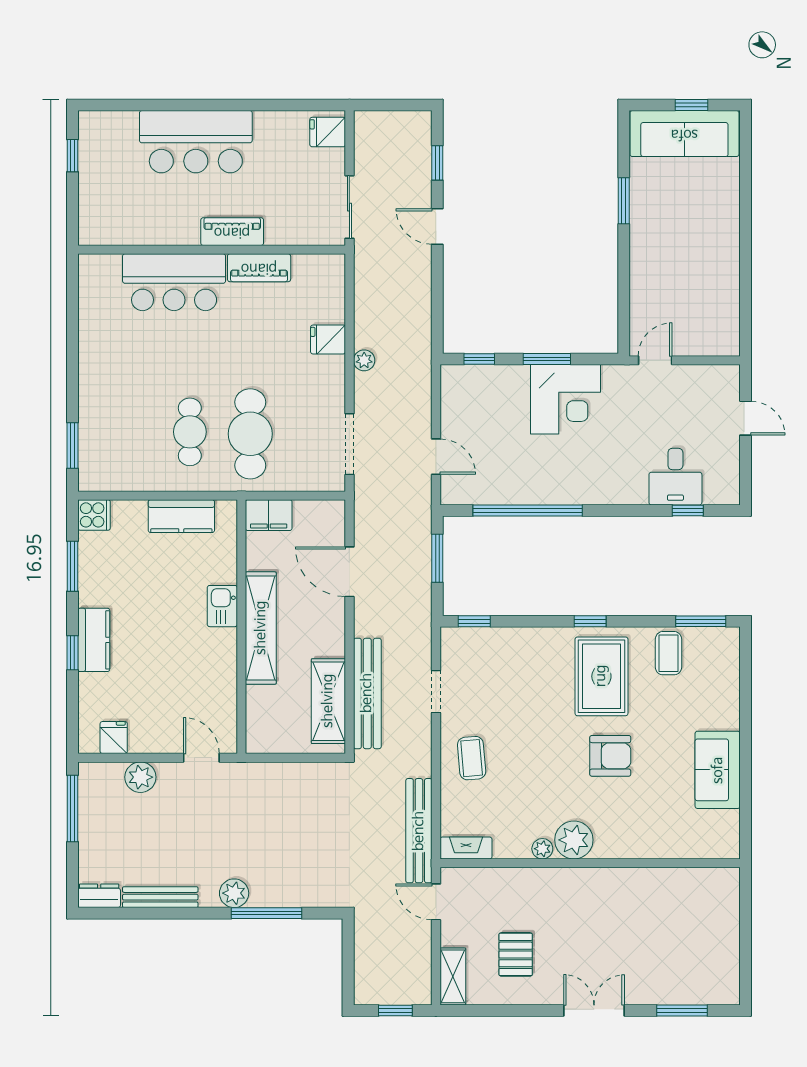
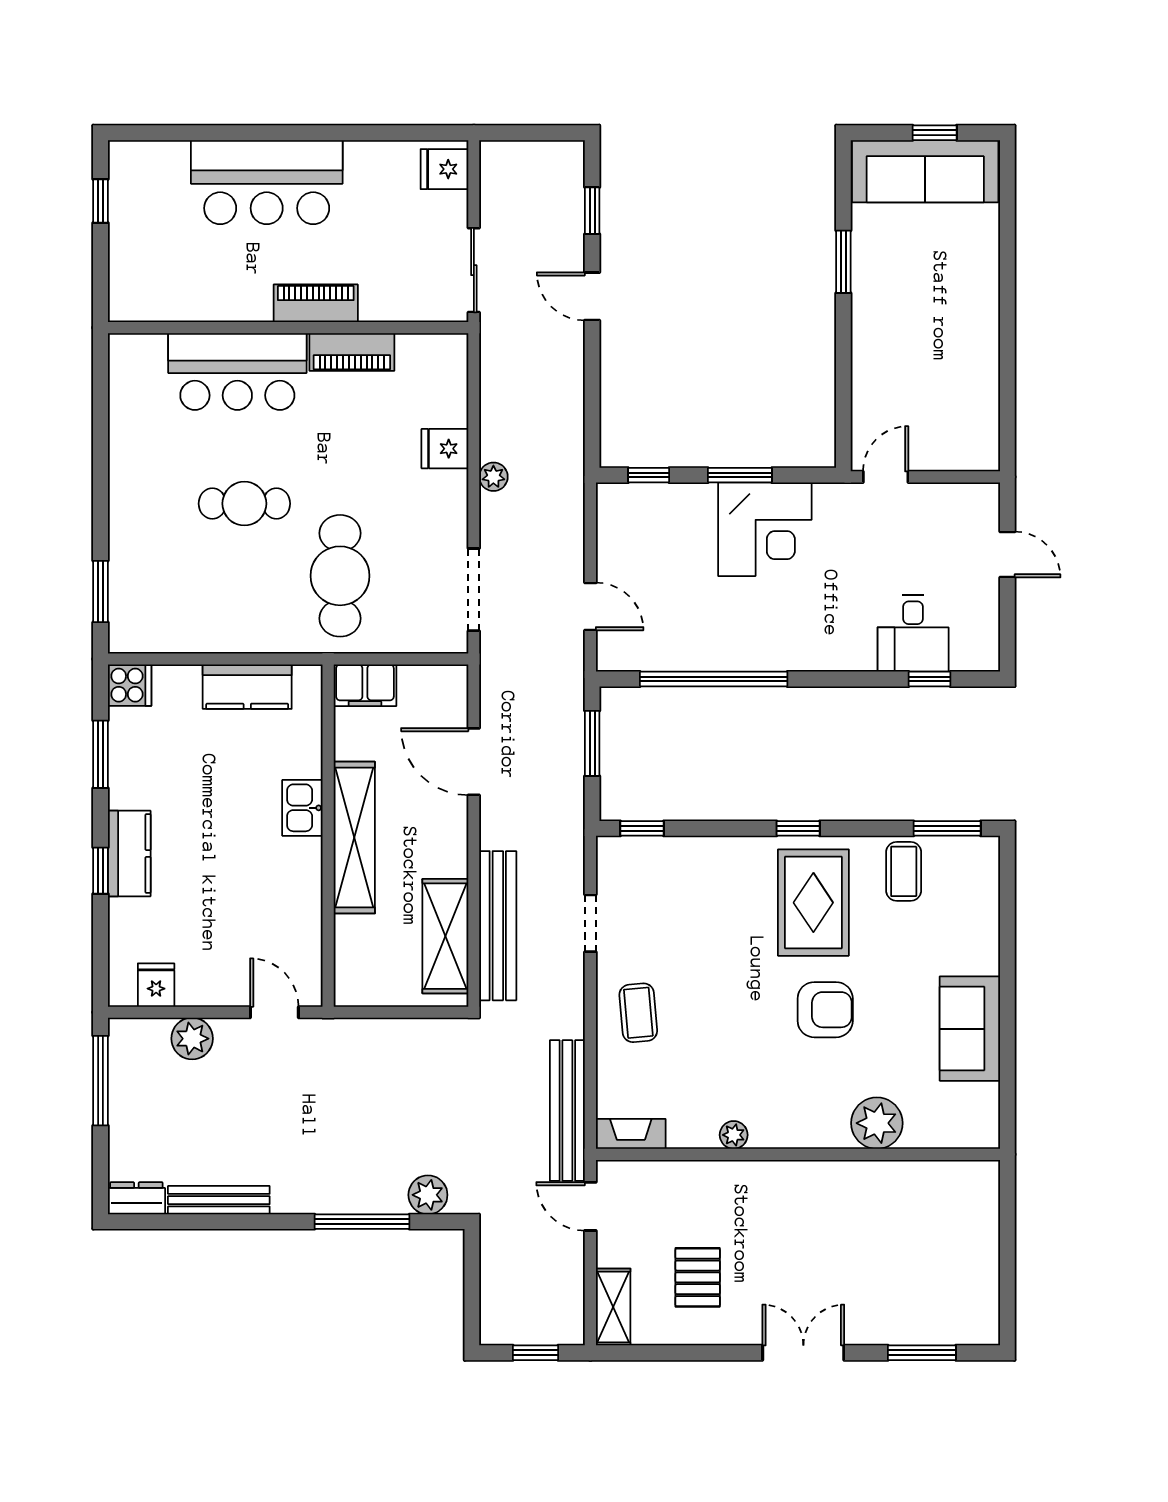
cafe table: (190, 432) -> (244, 504), moved, turned 90
plant: (574, 840) -> (877, 1123), moved
plant: (234, 893) -> (428, 1195), moved

